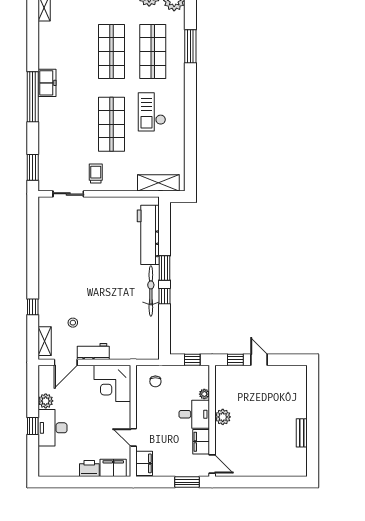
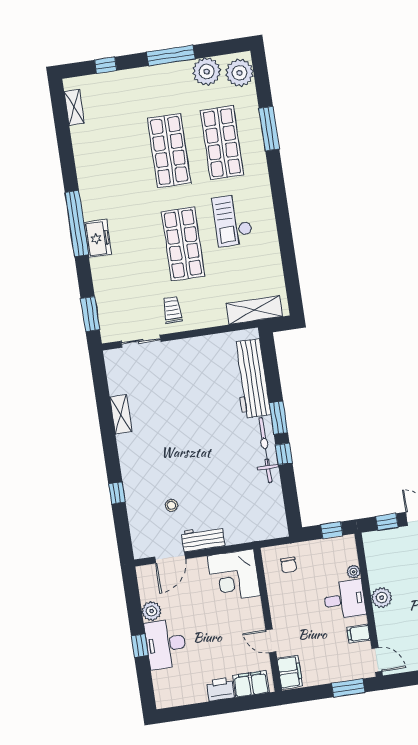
freezer: (47, 83) -> (98, 239), moved
shelving: (45, 341) -> (121, 414), moved
filing cabinet: (201, 442) -> (359, 634), width x0.50

